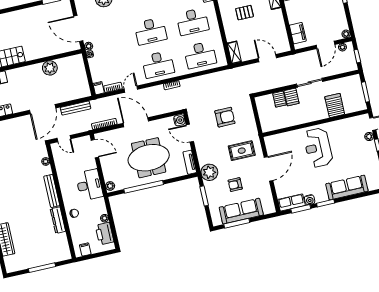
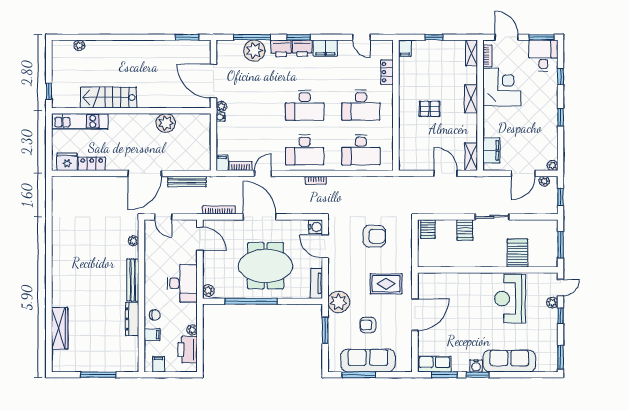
shelving: (234, 52) -> (471, 157), moved
server rack: (279, 99) -> (428, 229), moved
reception desk: (318, 148) -> (510, 299), moved
water cooler: (310, 200) -> (476, 366), moved
filing cabinet: (76, 228) -> (152, 335), added

